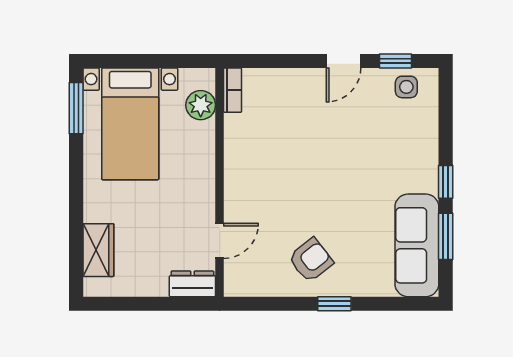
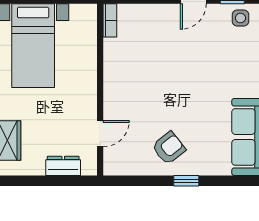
plant: (201, 105) -> (86, 32), removed
dresser: (192, 284) -> (63, 166), moved

